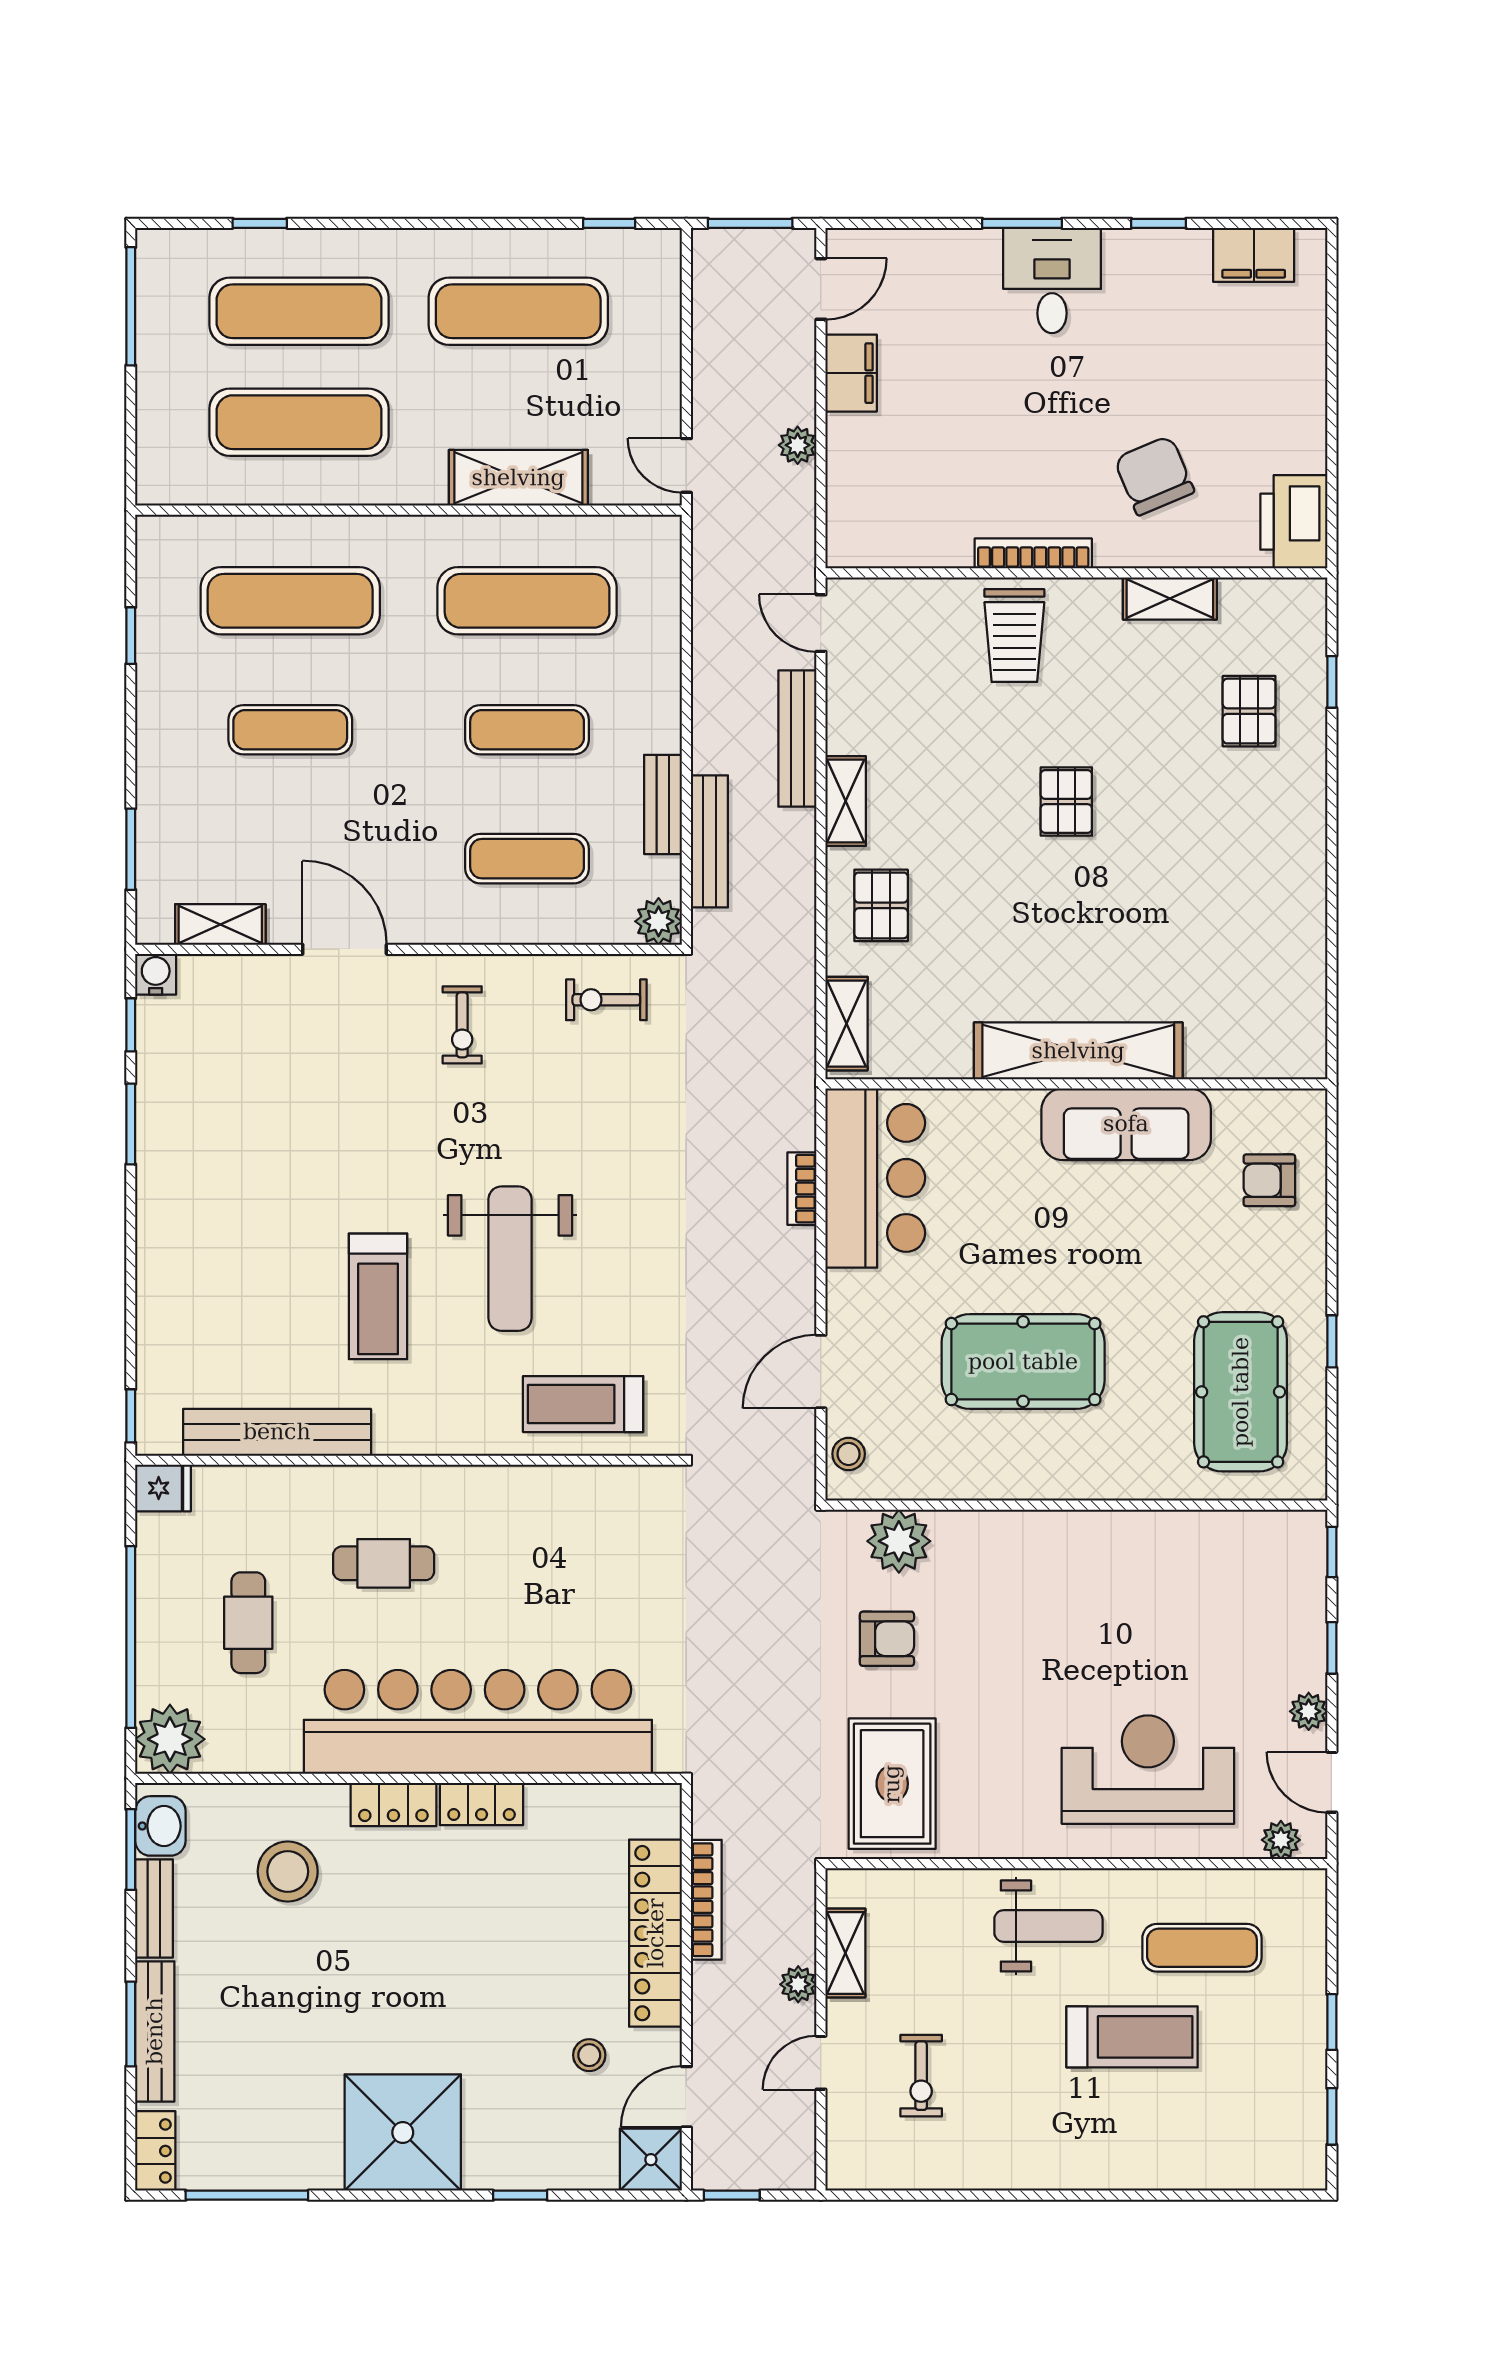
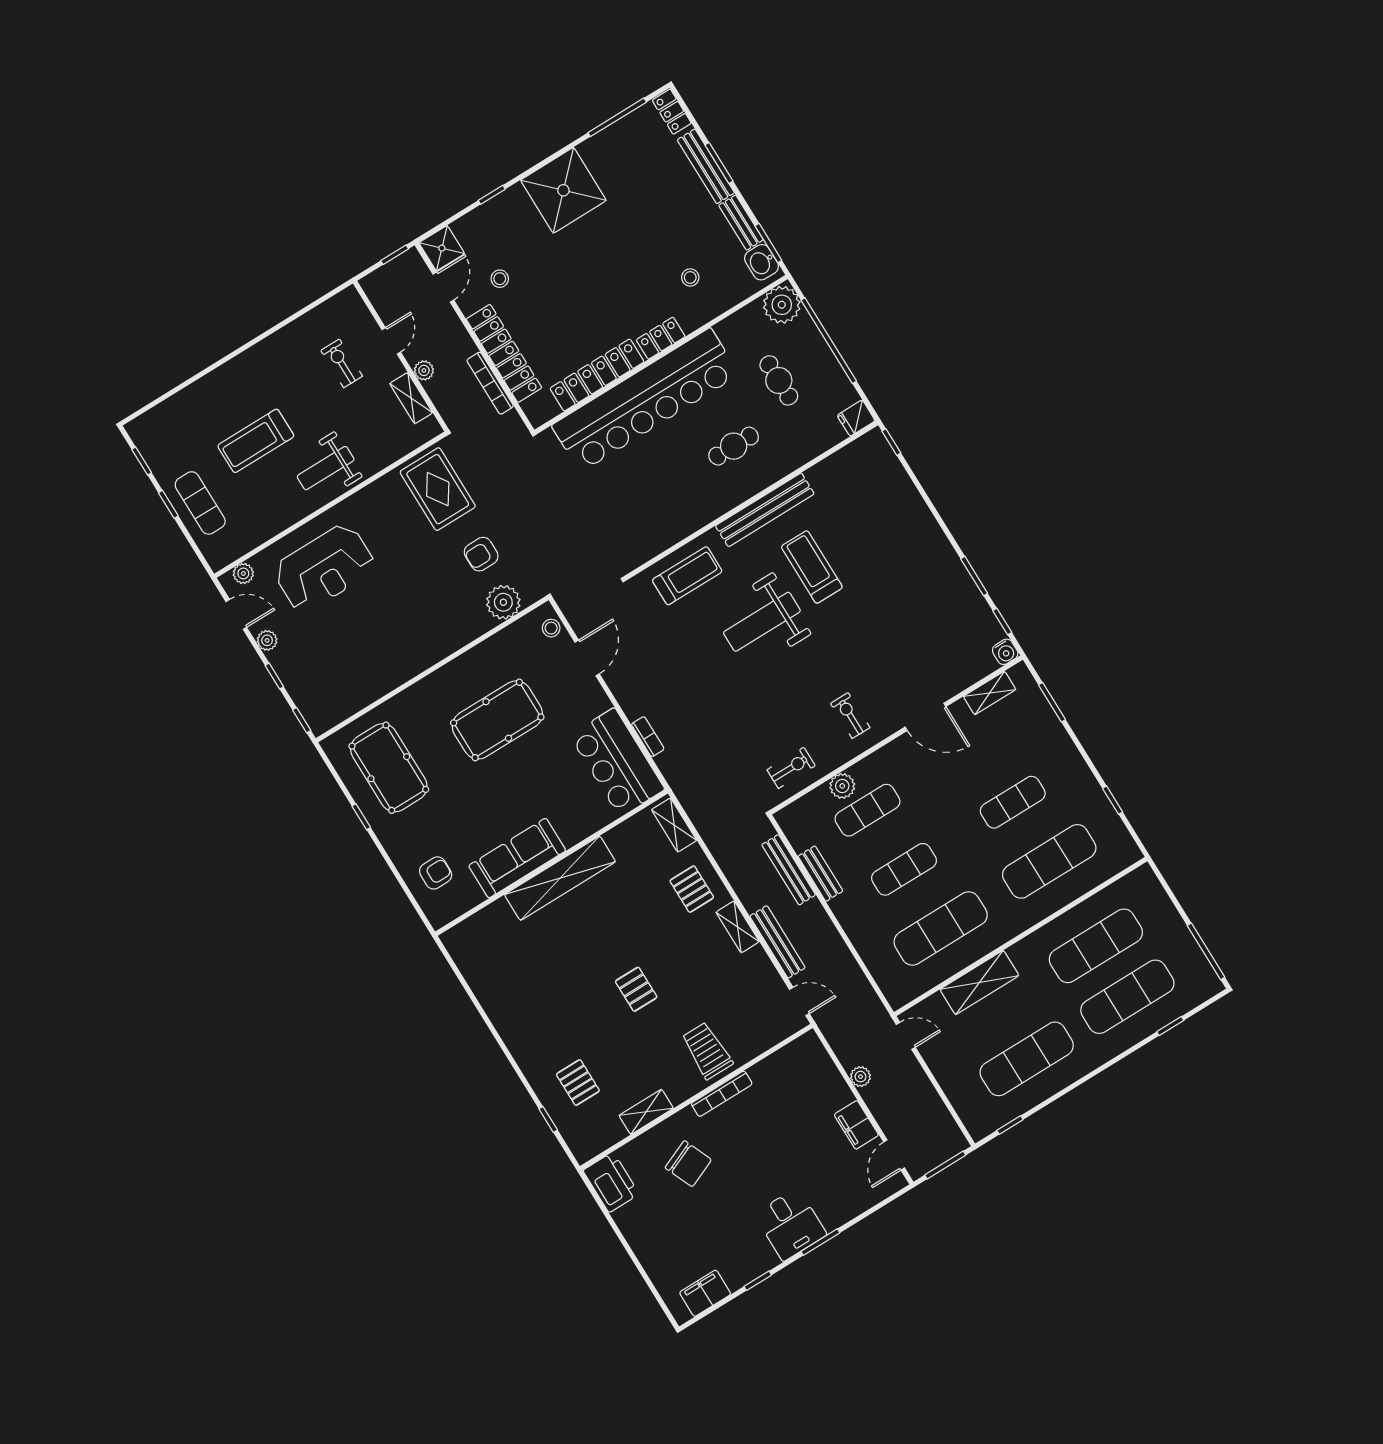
plant: (659, 921) -> (842, 786), moved
weight bench: (510, 1259) -> (762, 622), turned -90
bench: (277, 1432) -> (765, 510), moved
locker: (482, 1804) -> (597, 375), width x2.16, depth x1.21
stool: (288, 1871) -> (690, 277), width x0.53, depth x0.53
exercise mat: (1202, 1948) -> (200, 503), moved, turned 90

